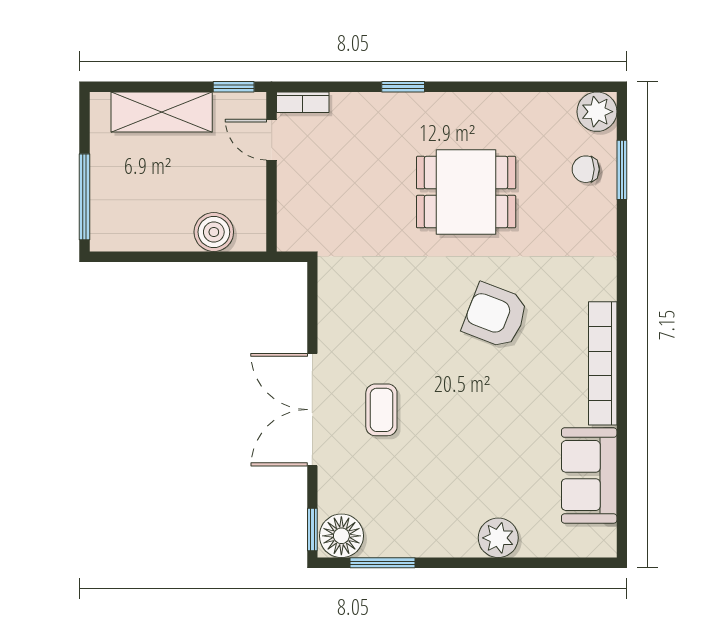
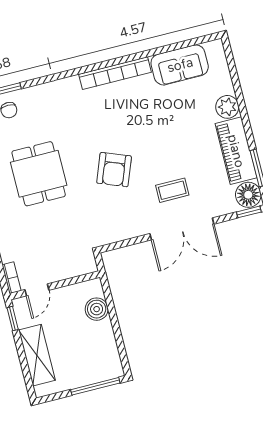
armchair: (495, 316) -> (114, 170), moved
piano: (421, 534) -> (236, 151), added

